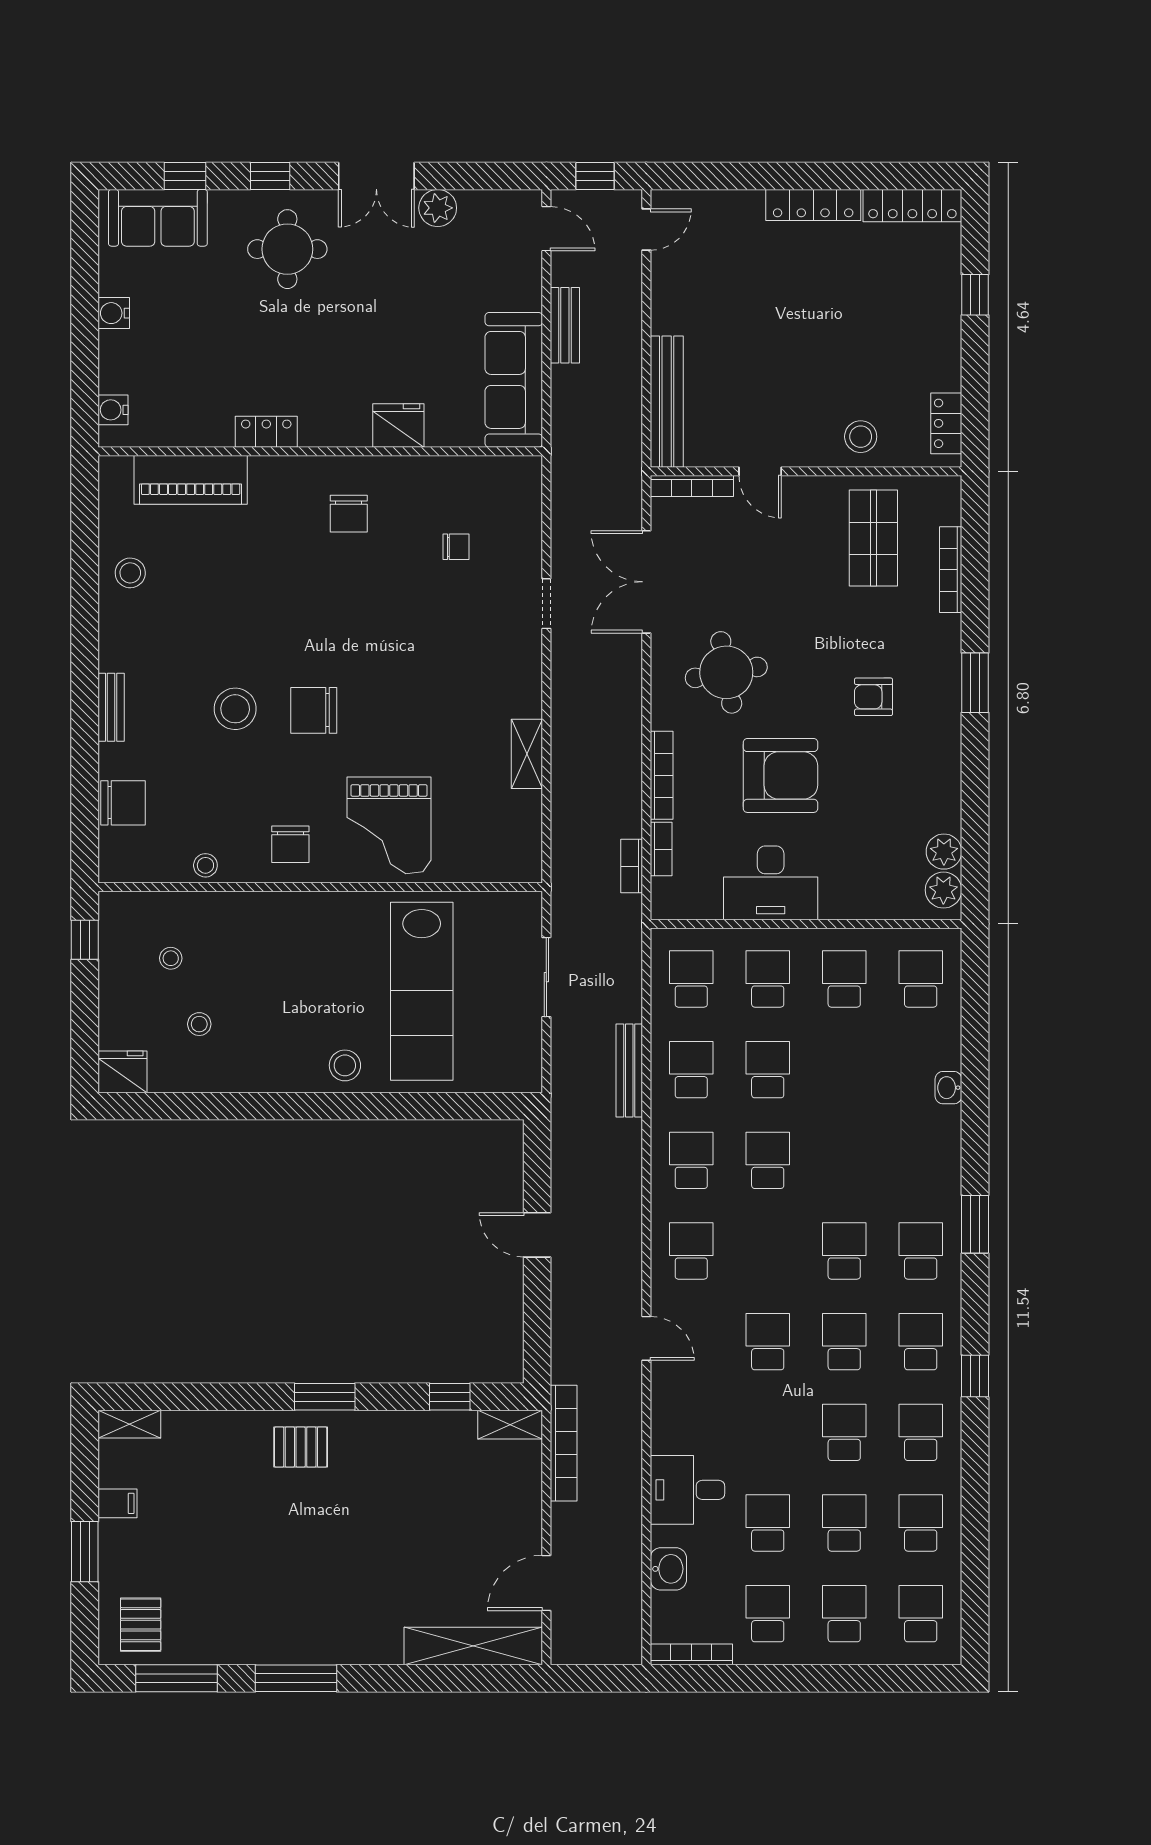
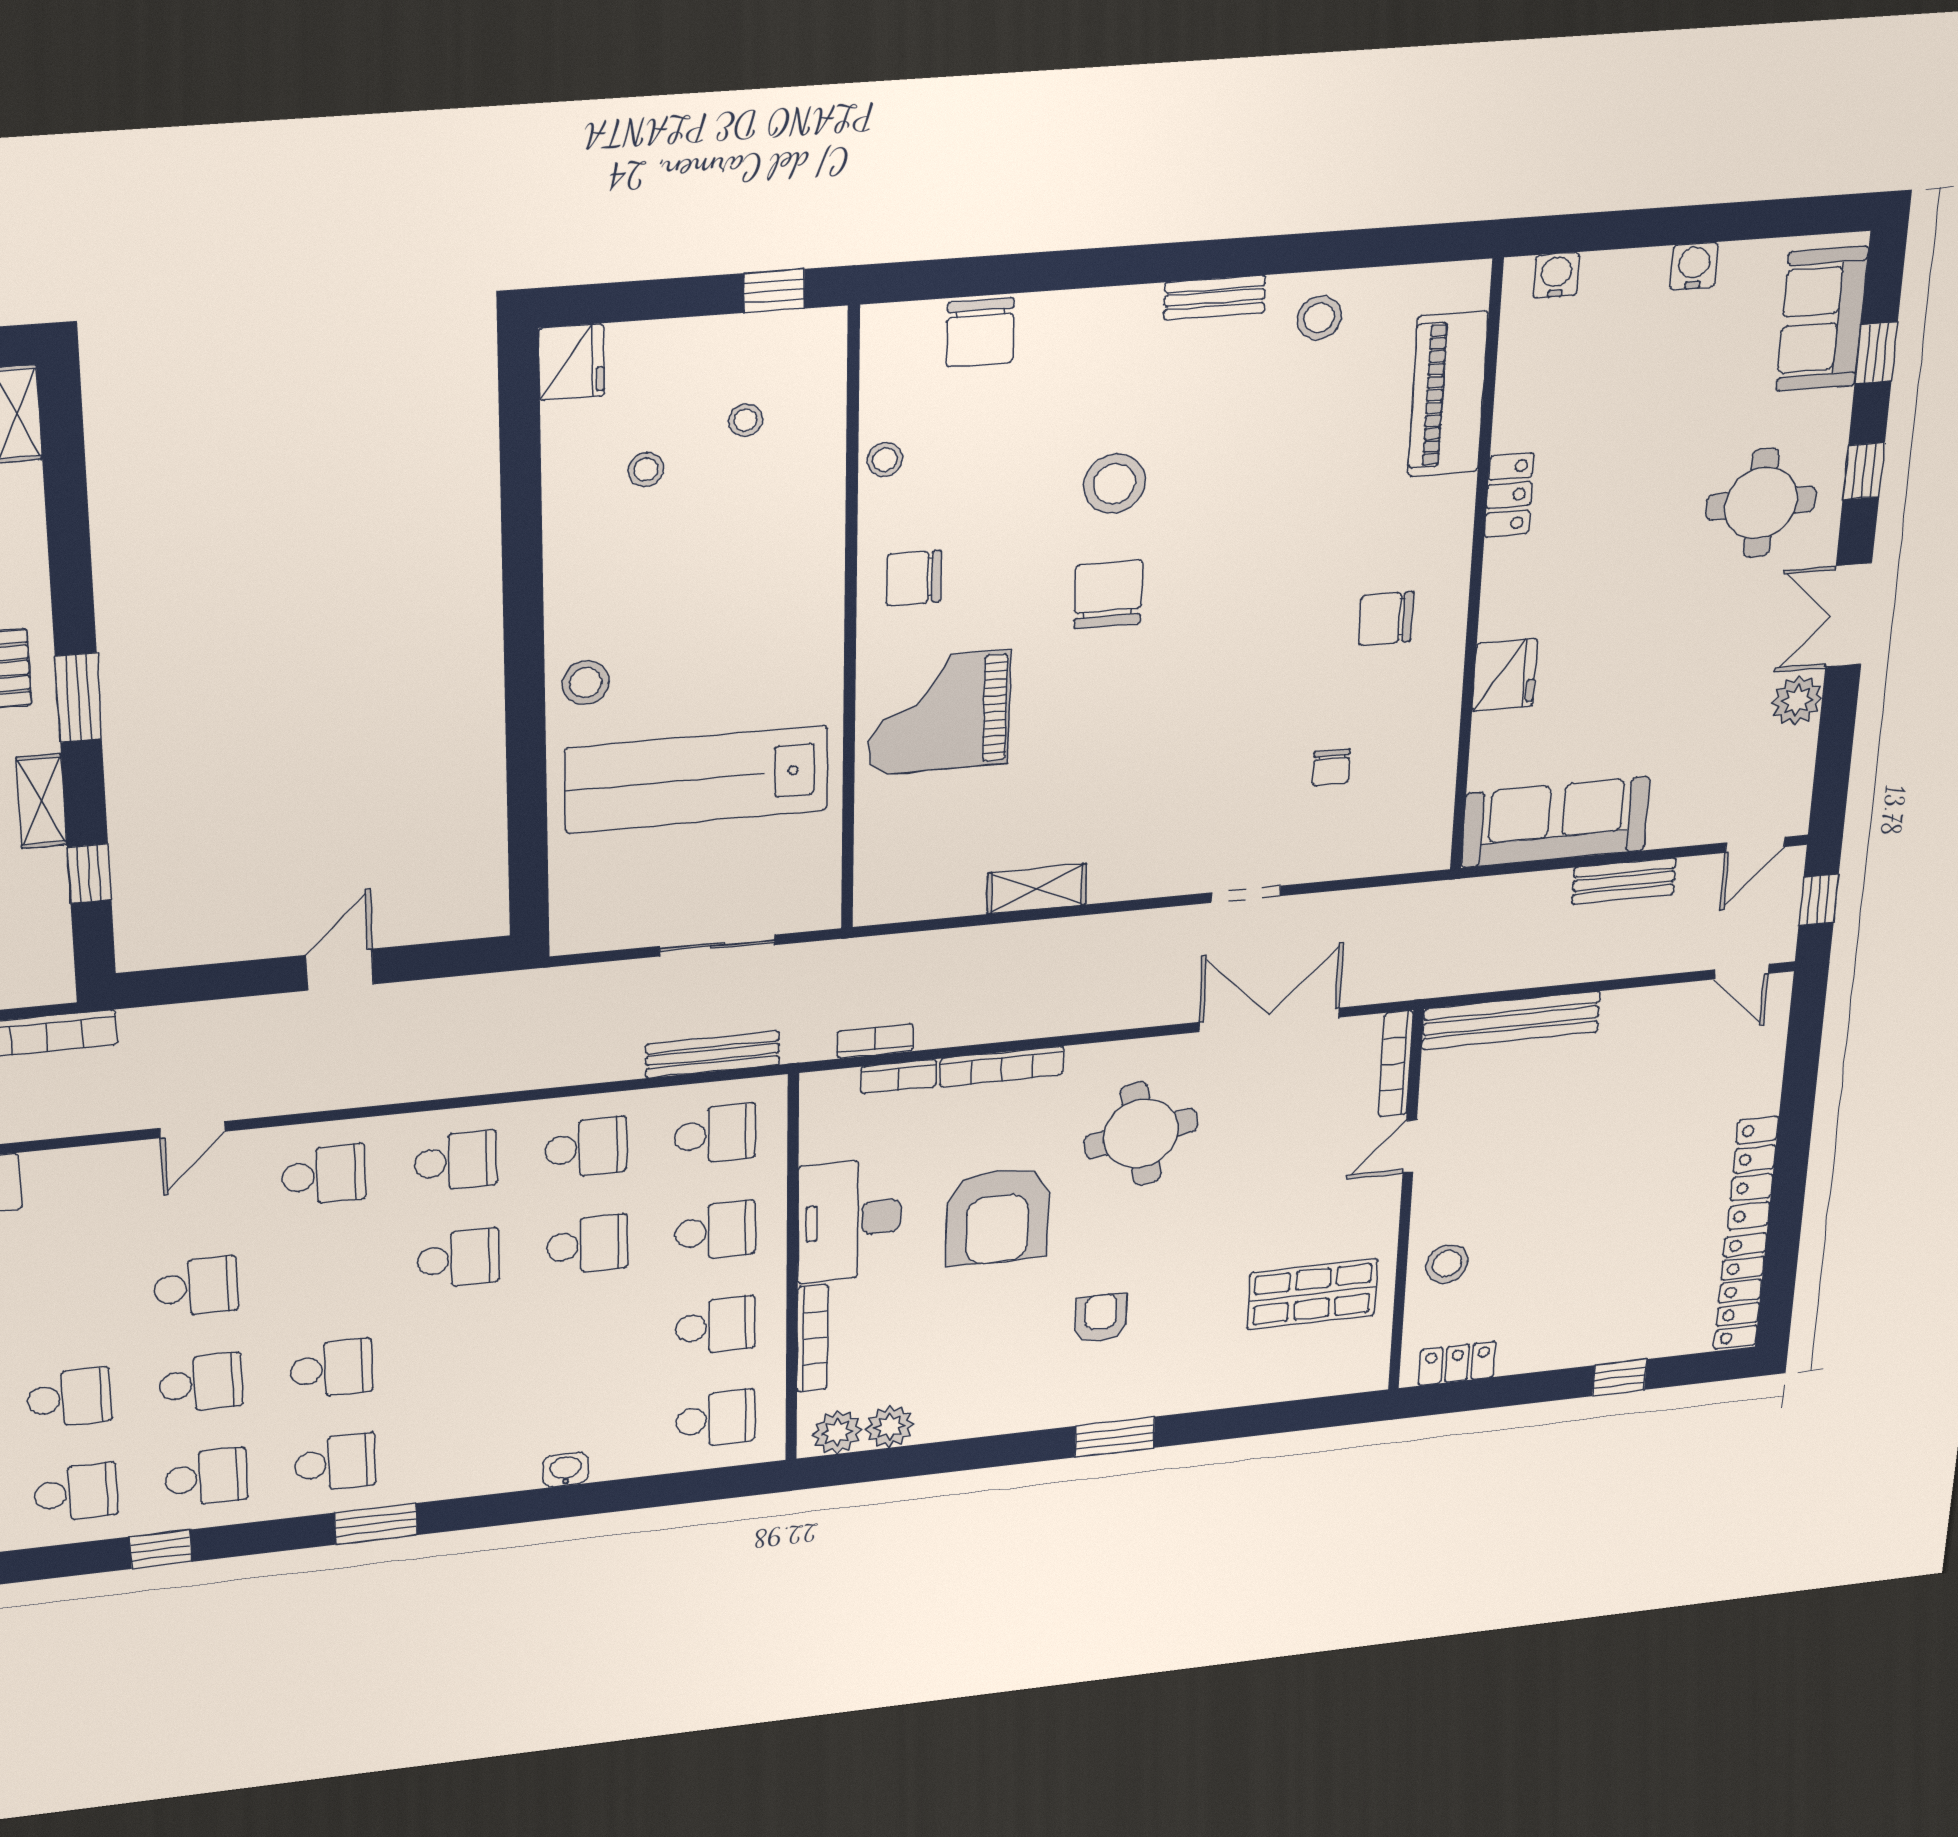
bookcase: (951, 570) -> (812, 1338), moved, turned 90
bench: (111, 707) -> (1215, 298), moved
bench: (629, 1070) -> (713, 1055), moved
shelving: (510, 1425) -> (41, 801), moved

